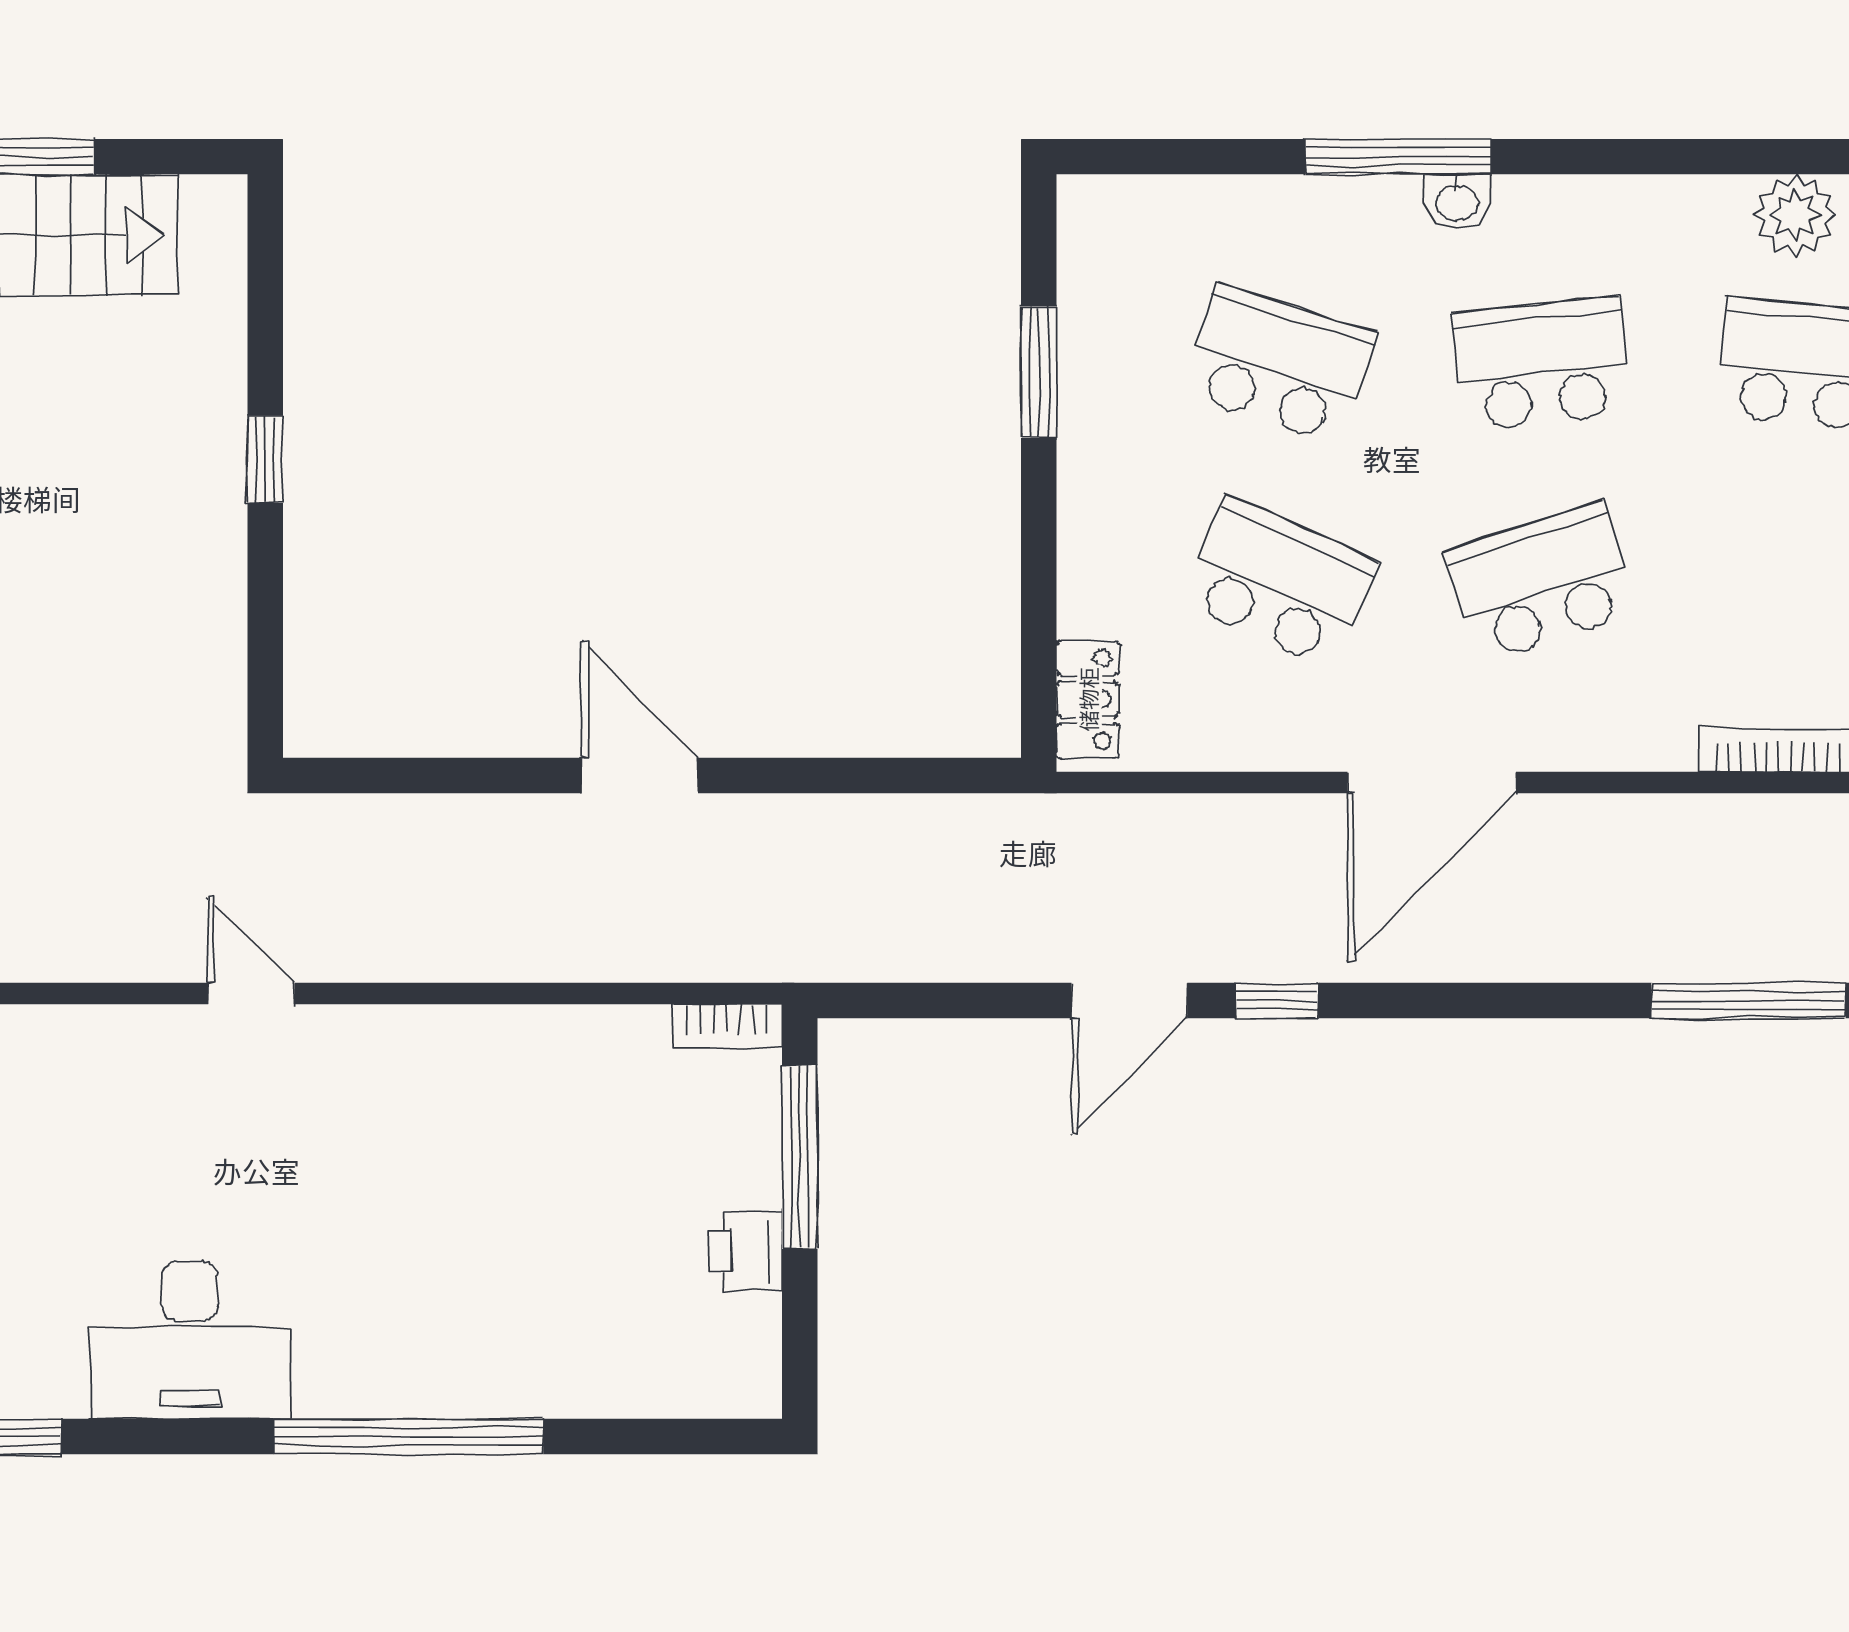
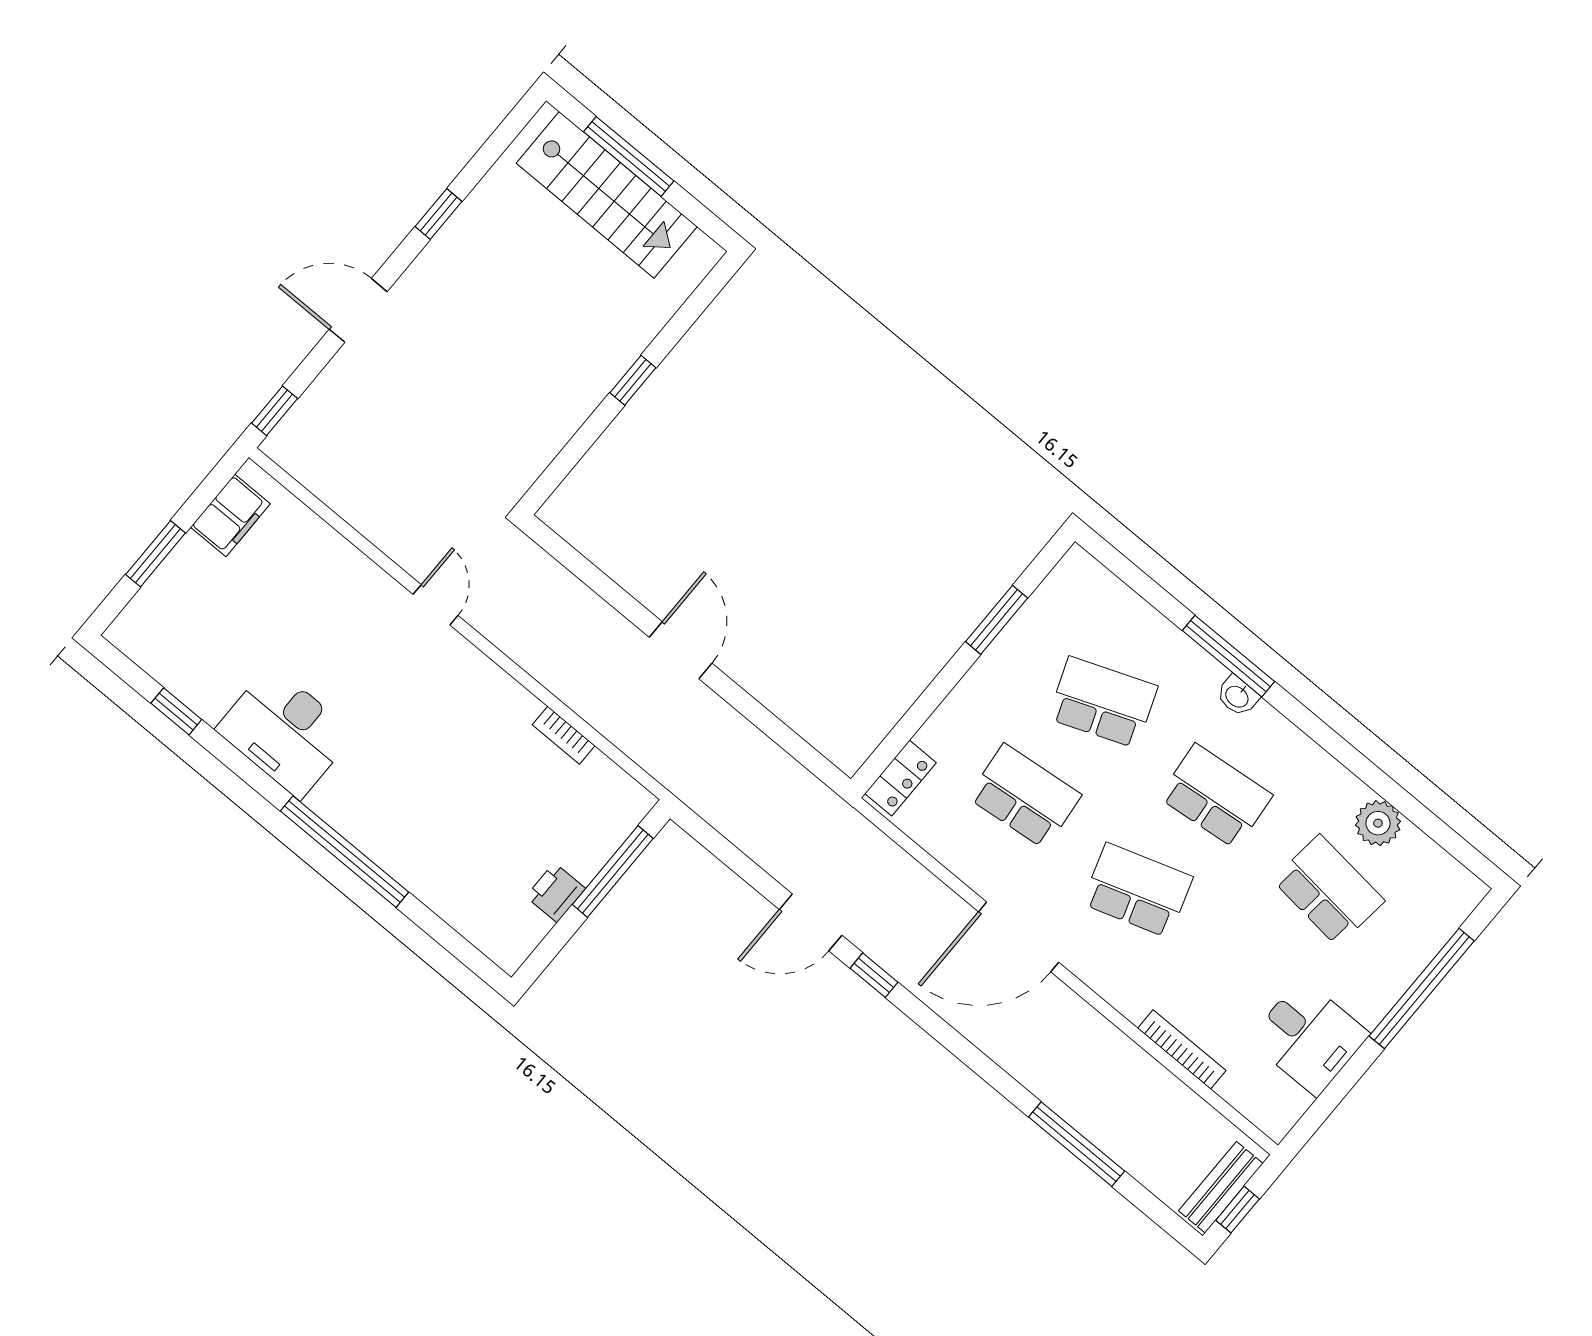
school desk: (1279, 364) -> (1103, 702), turned -39
school desk: (1279, 582) -> (1025, 796), turned -30
bookcase: (727, 1026) -> (564, 735), moved

